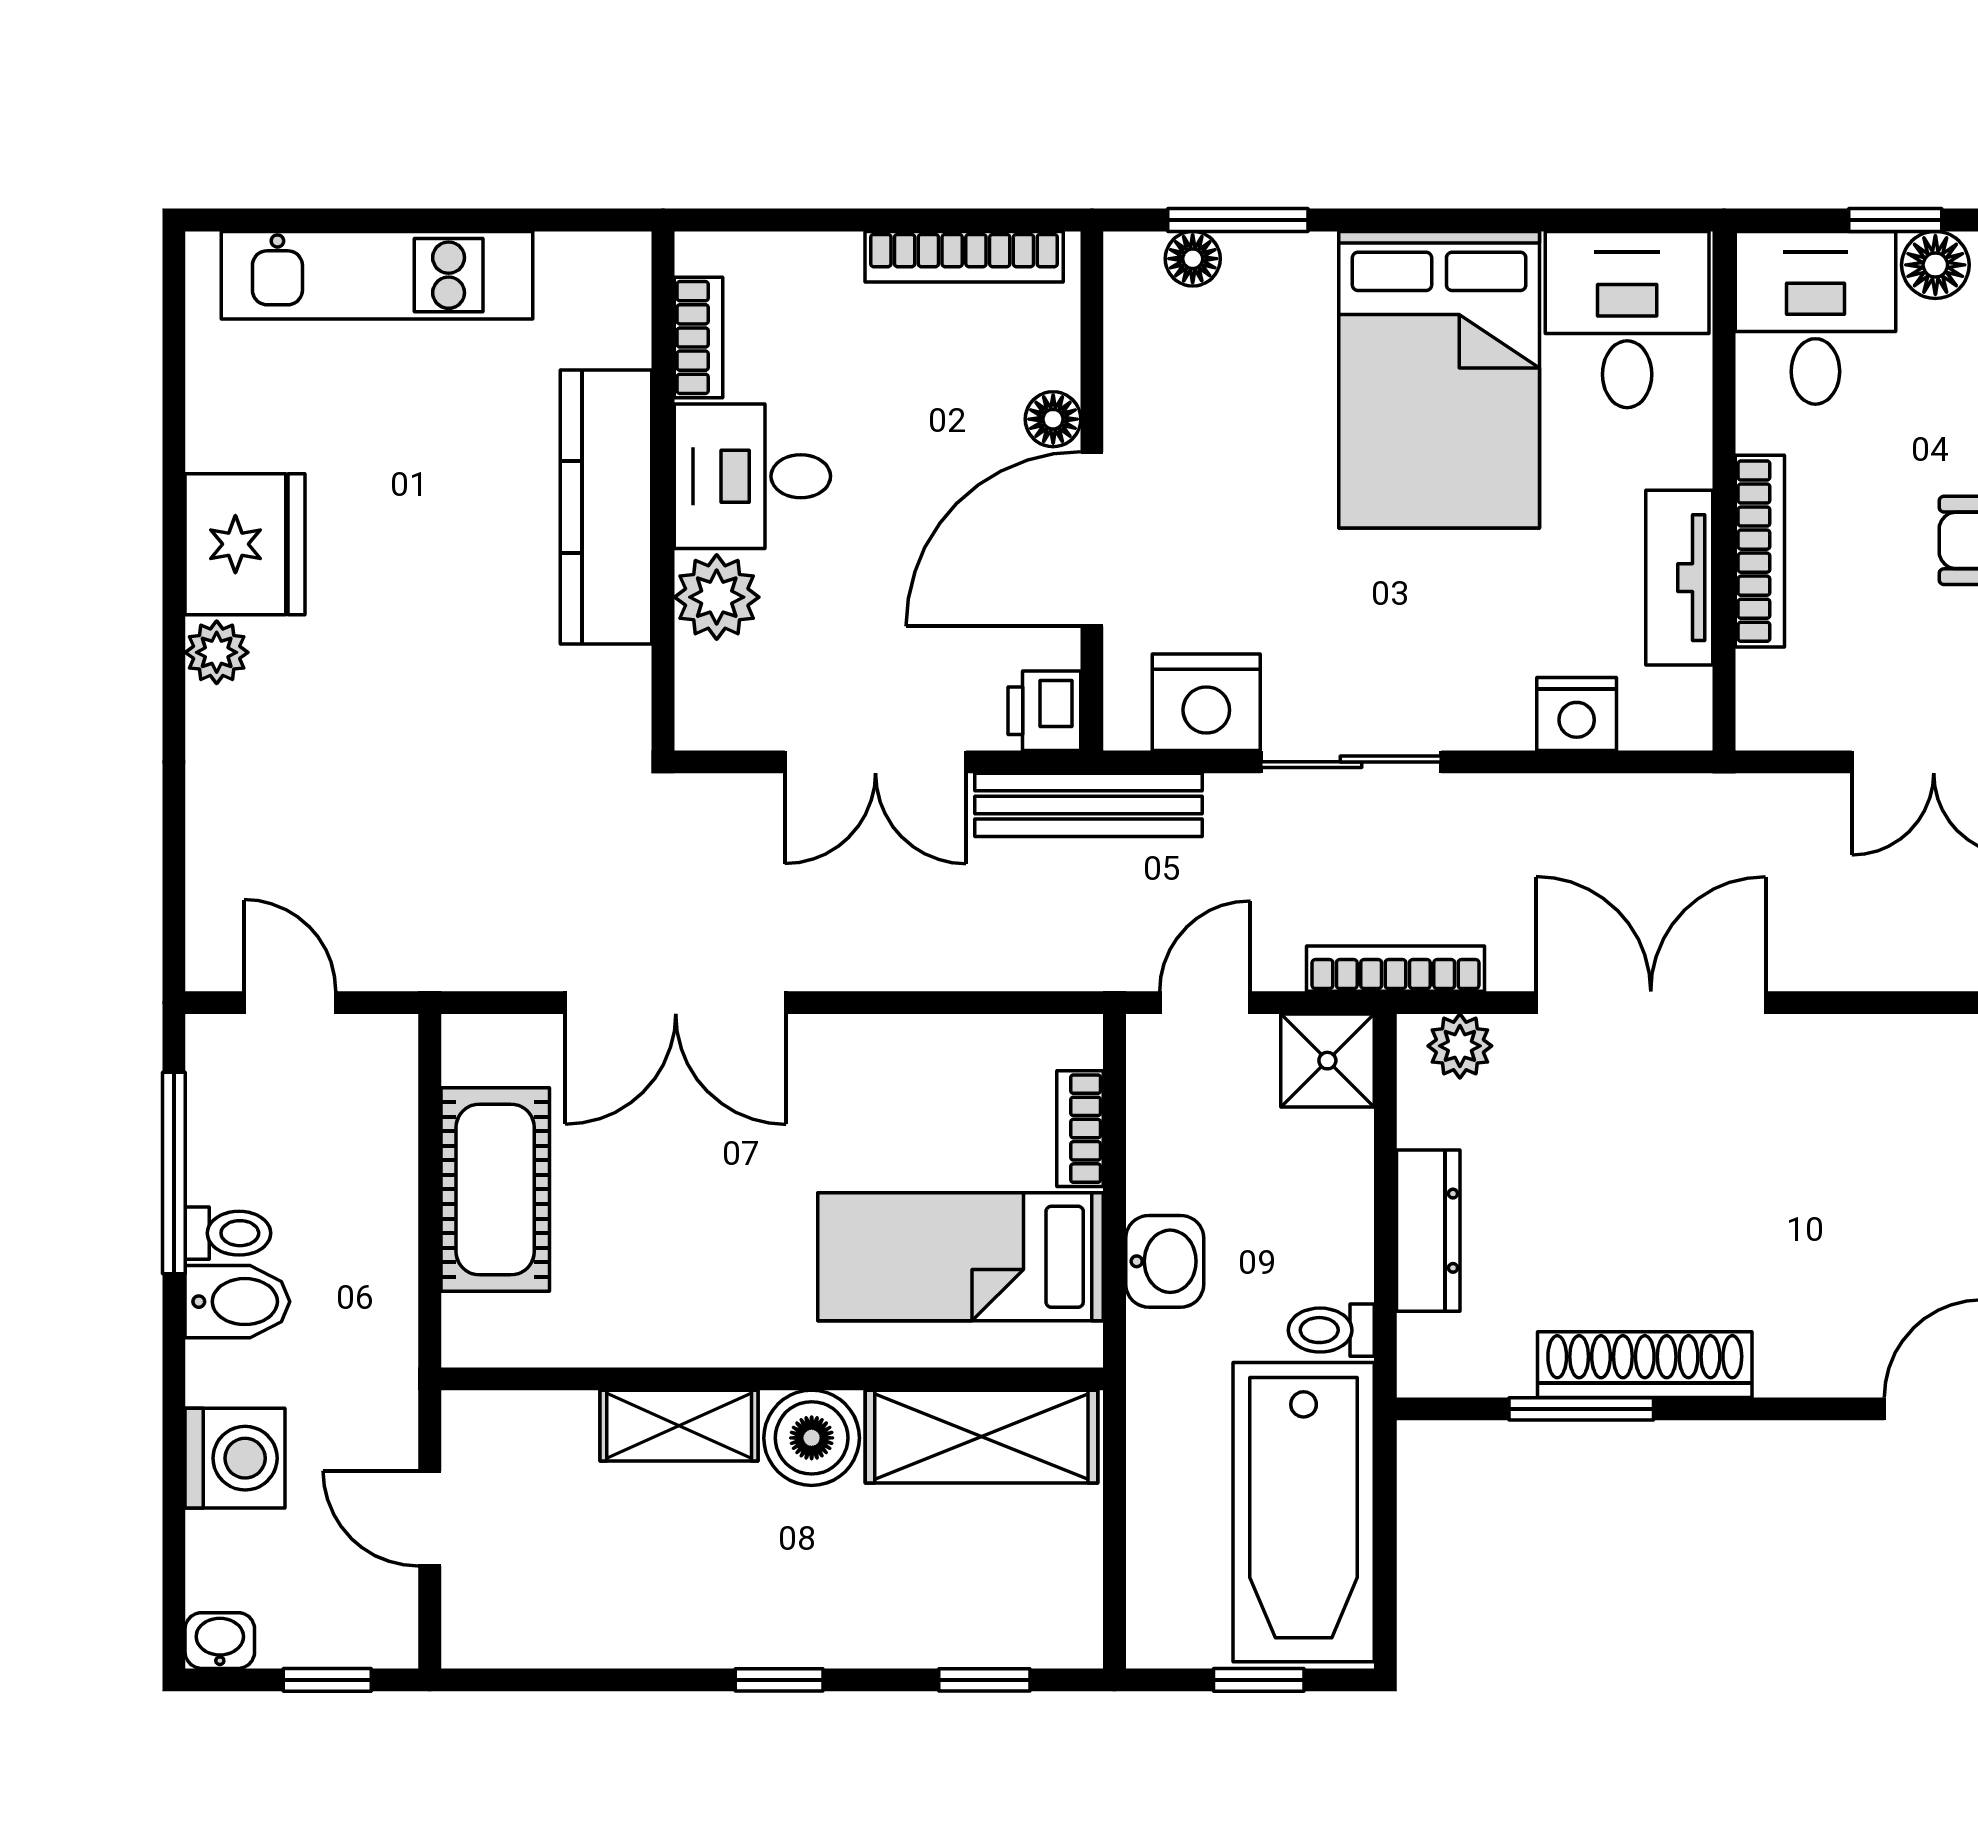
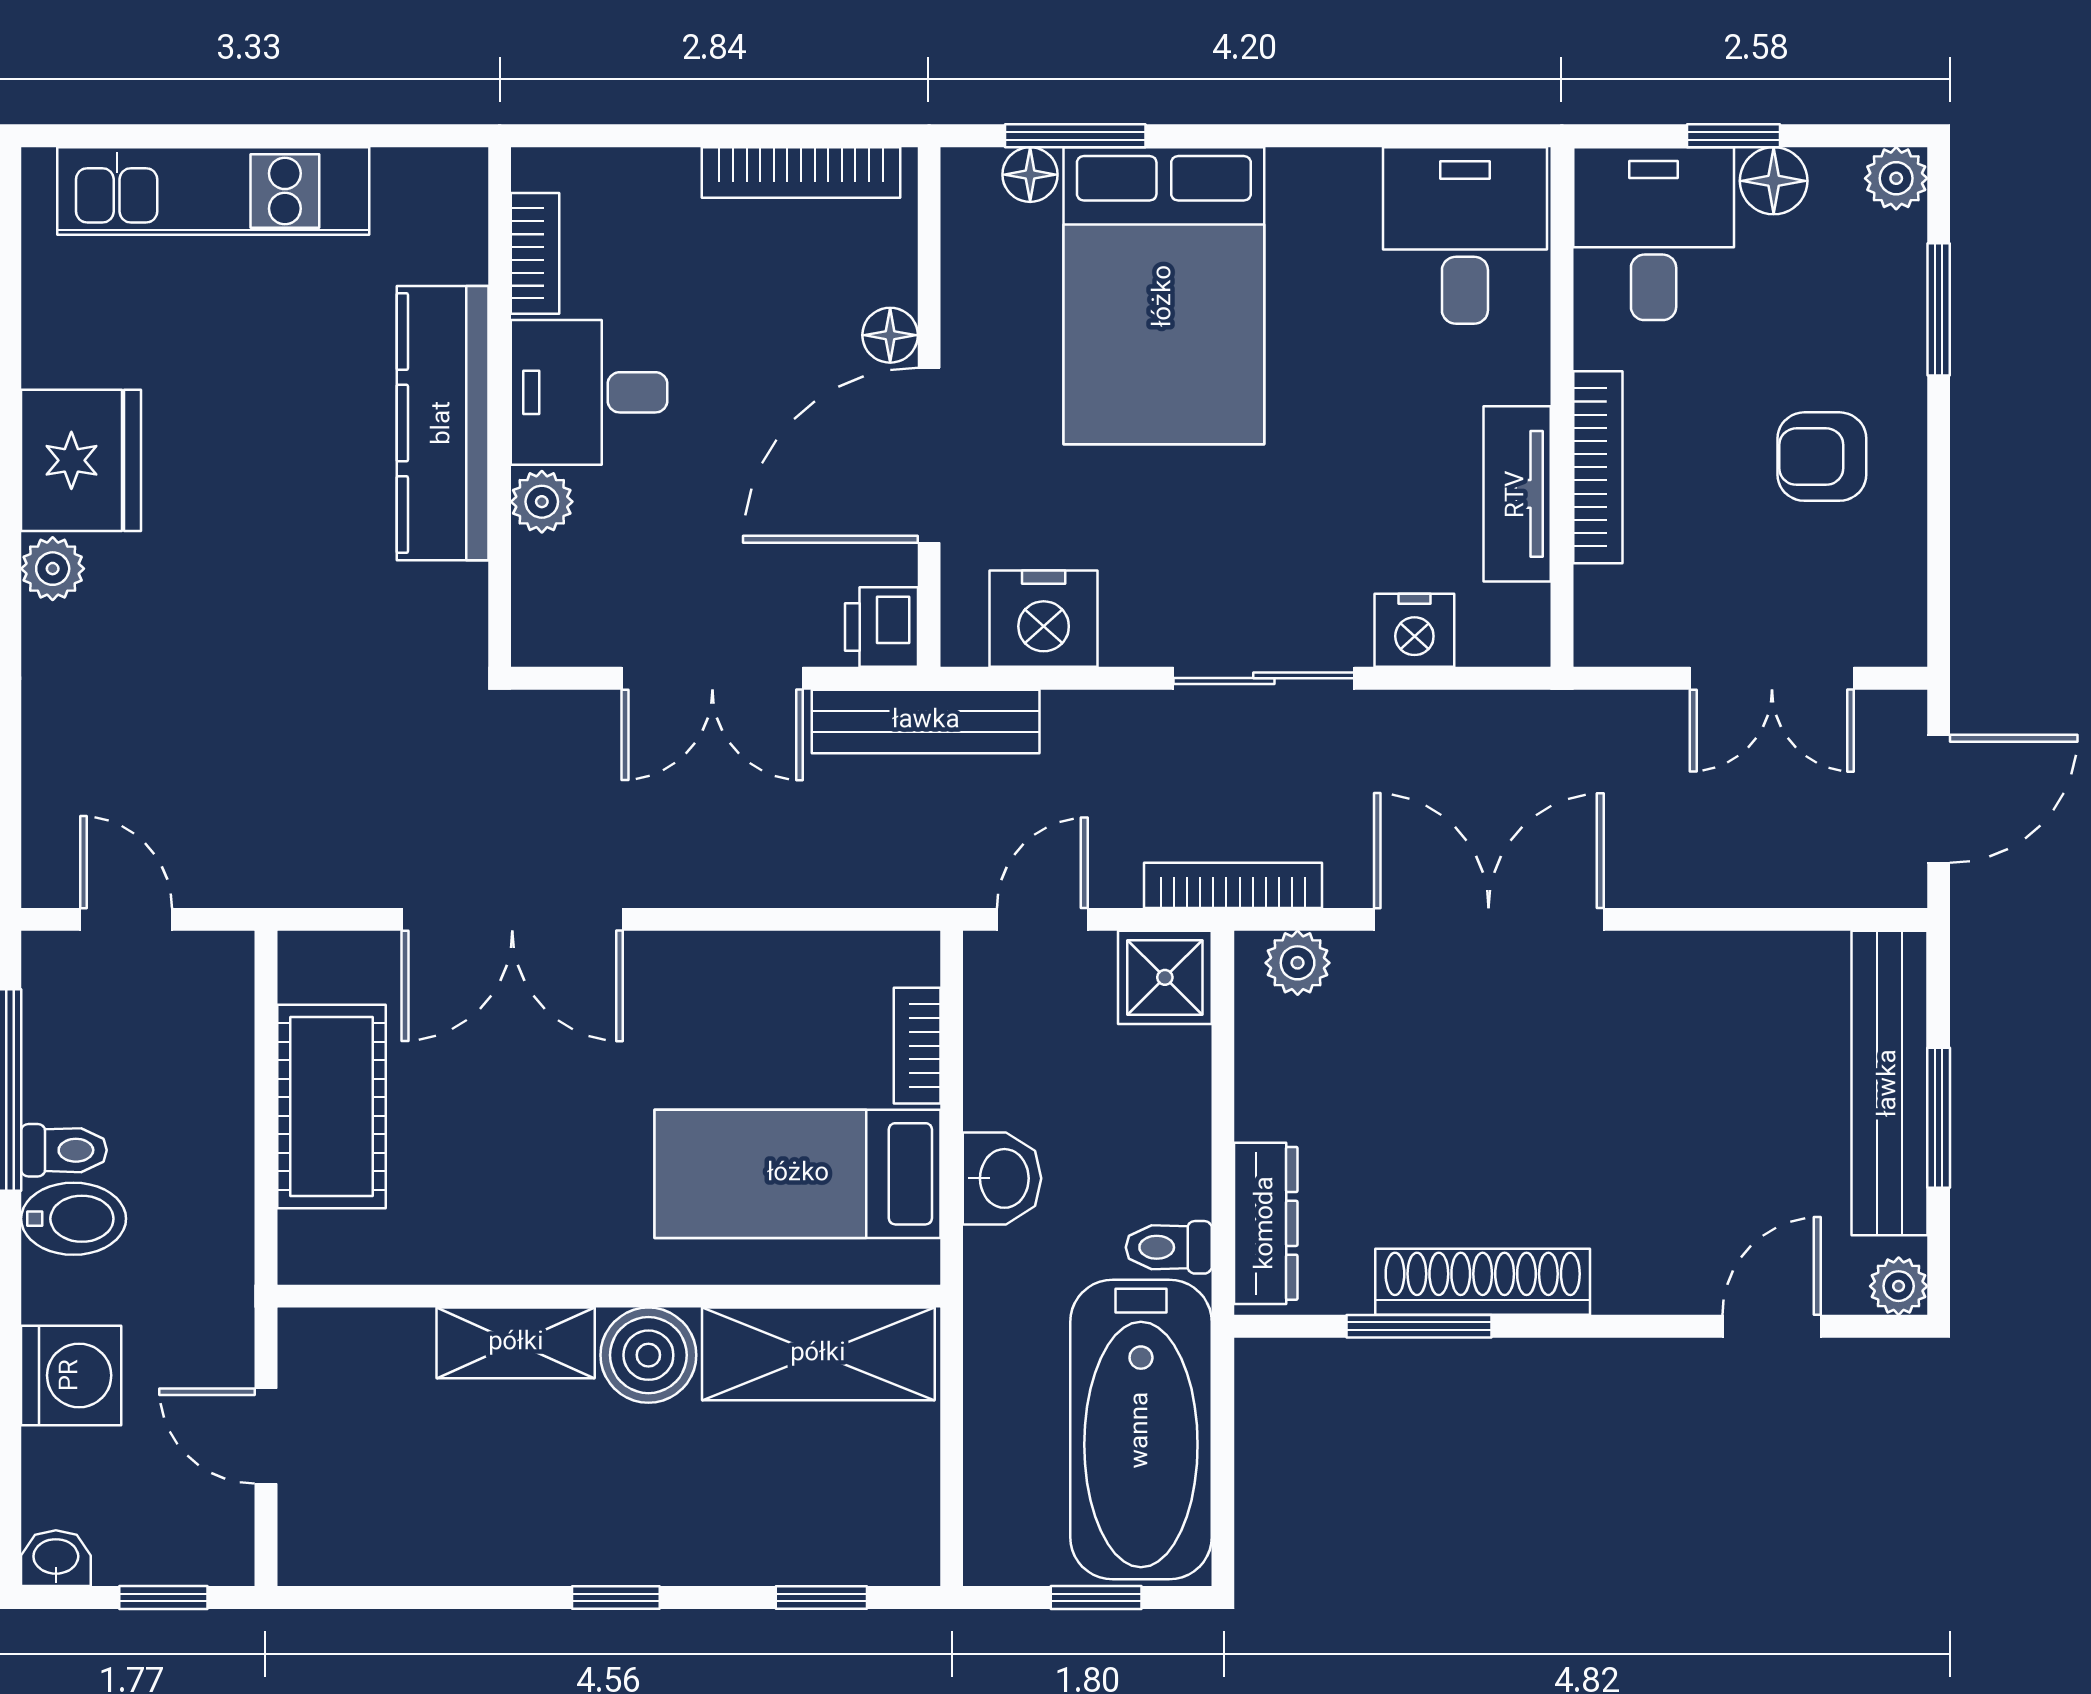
bed: (1439, 380) -> (1164, 296), moved
plant: (717, 597) -> (542, 502), width x0.73, depth x0.73
sliding door: (1351, 762) -> (1264, 678), moved
dresser: (1428, 1231) -> (1266, 1223), moved

